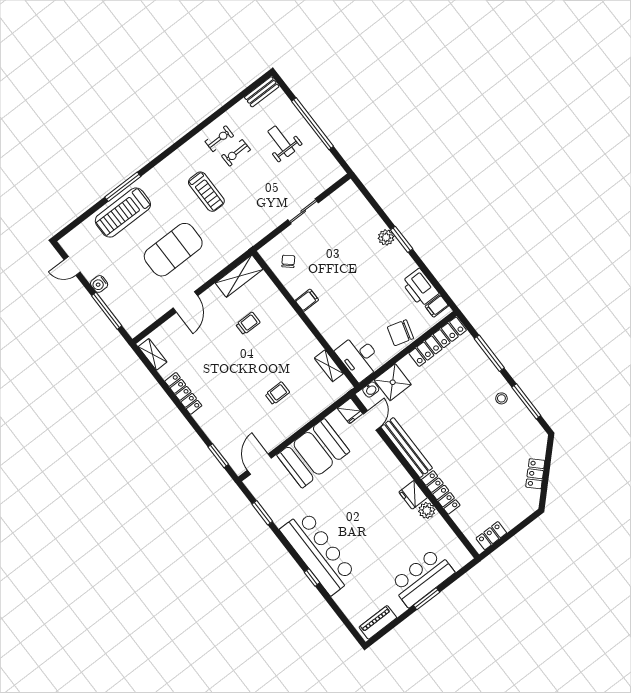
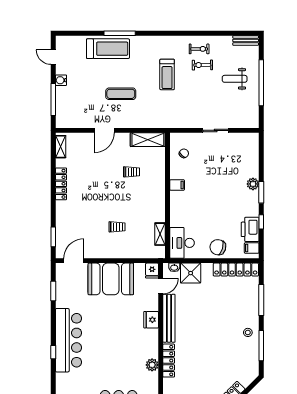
weight bench: (281, 141) -> (235, 79), turned -90
treadmill: (123, 213) -> (108, 49), turned 180
exercise mat: (173, 250) -> (121, 94), width x0.50, depth x0.69
window: (426, 271) -> (261, 222), added
fridge: (413, 495) -> (151, 320), moved

